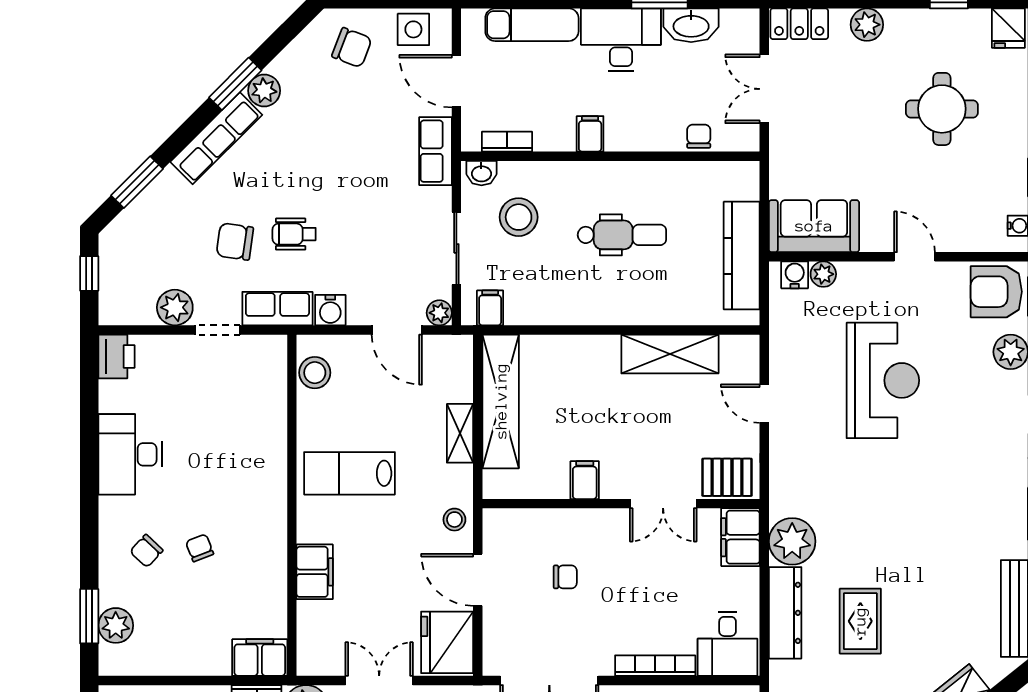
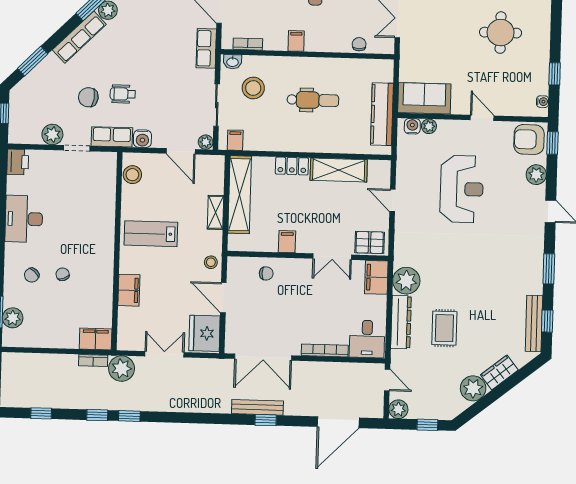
locker: (589, 349) -> (292, 166), added
chair: (565, 577) -> (266, 273), moved

